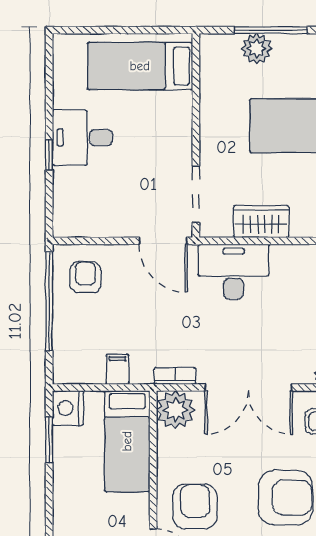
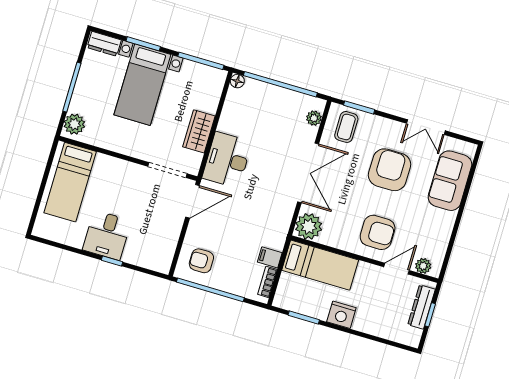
plant: (257, 49) -> (74, 124), moved
bookcase: (175, 376) -> (267, 282), moved
nightstand: (68, 408) -> (341, 315), moved
armchair: (195, 506) -> (378, 232), turned 180

